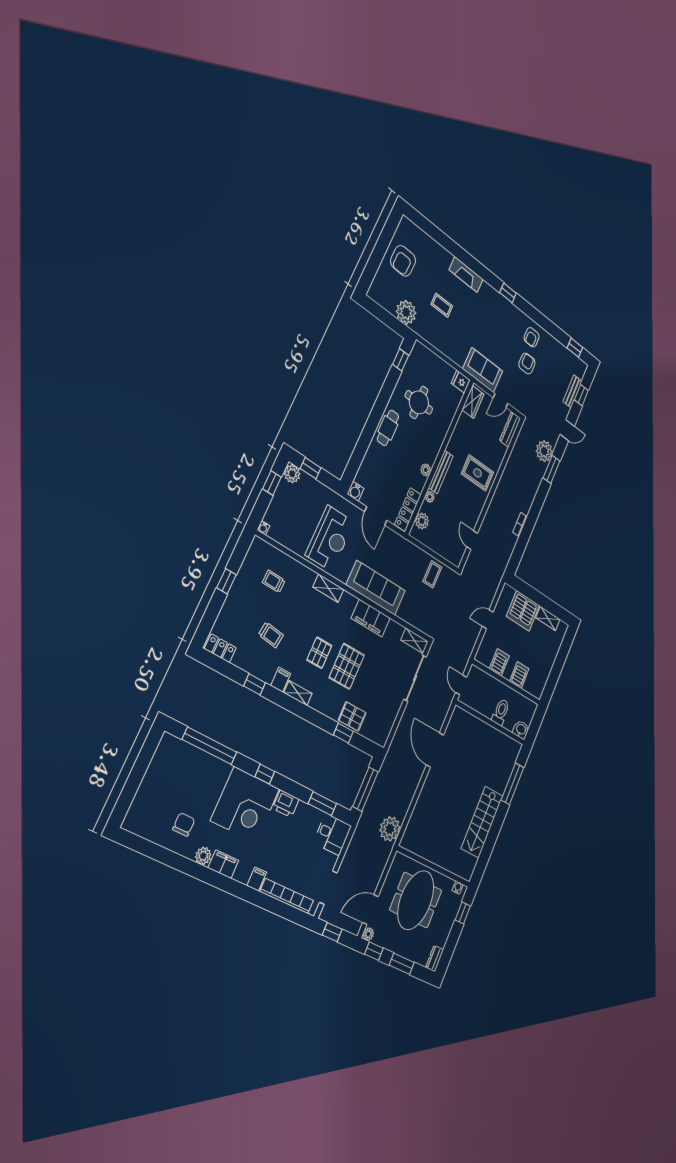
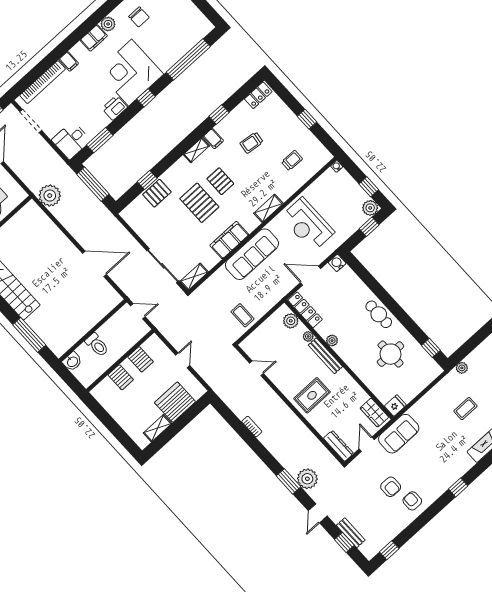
plant: (406, 312) -> (462, 368), width x0.53, depth x0.53

